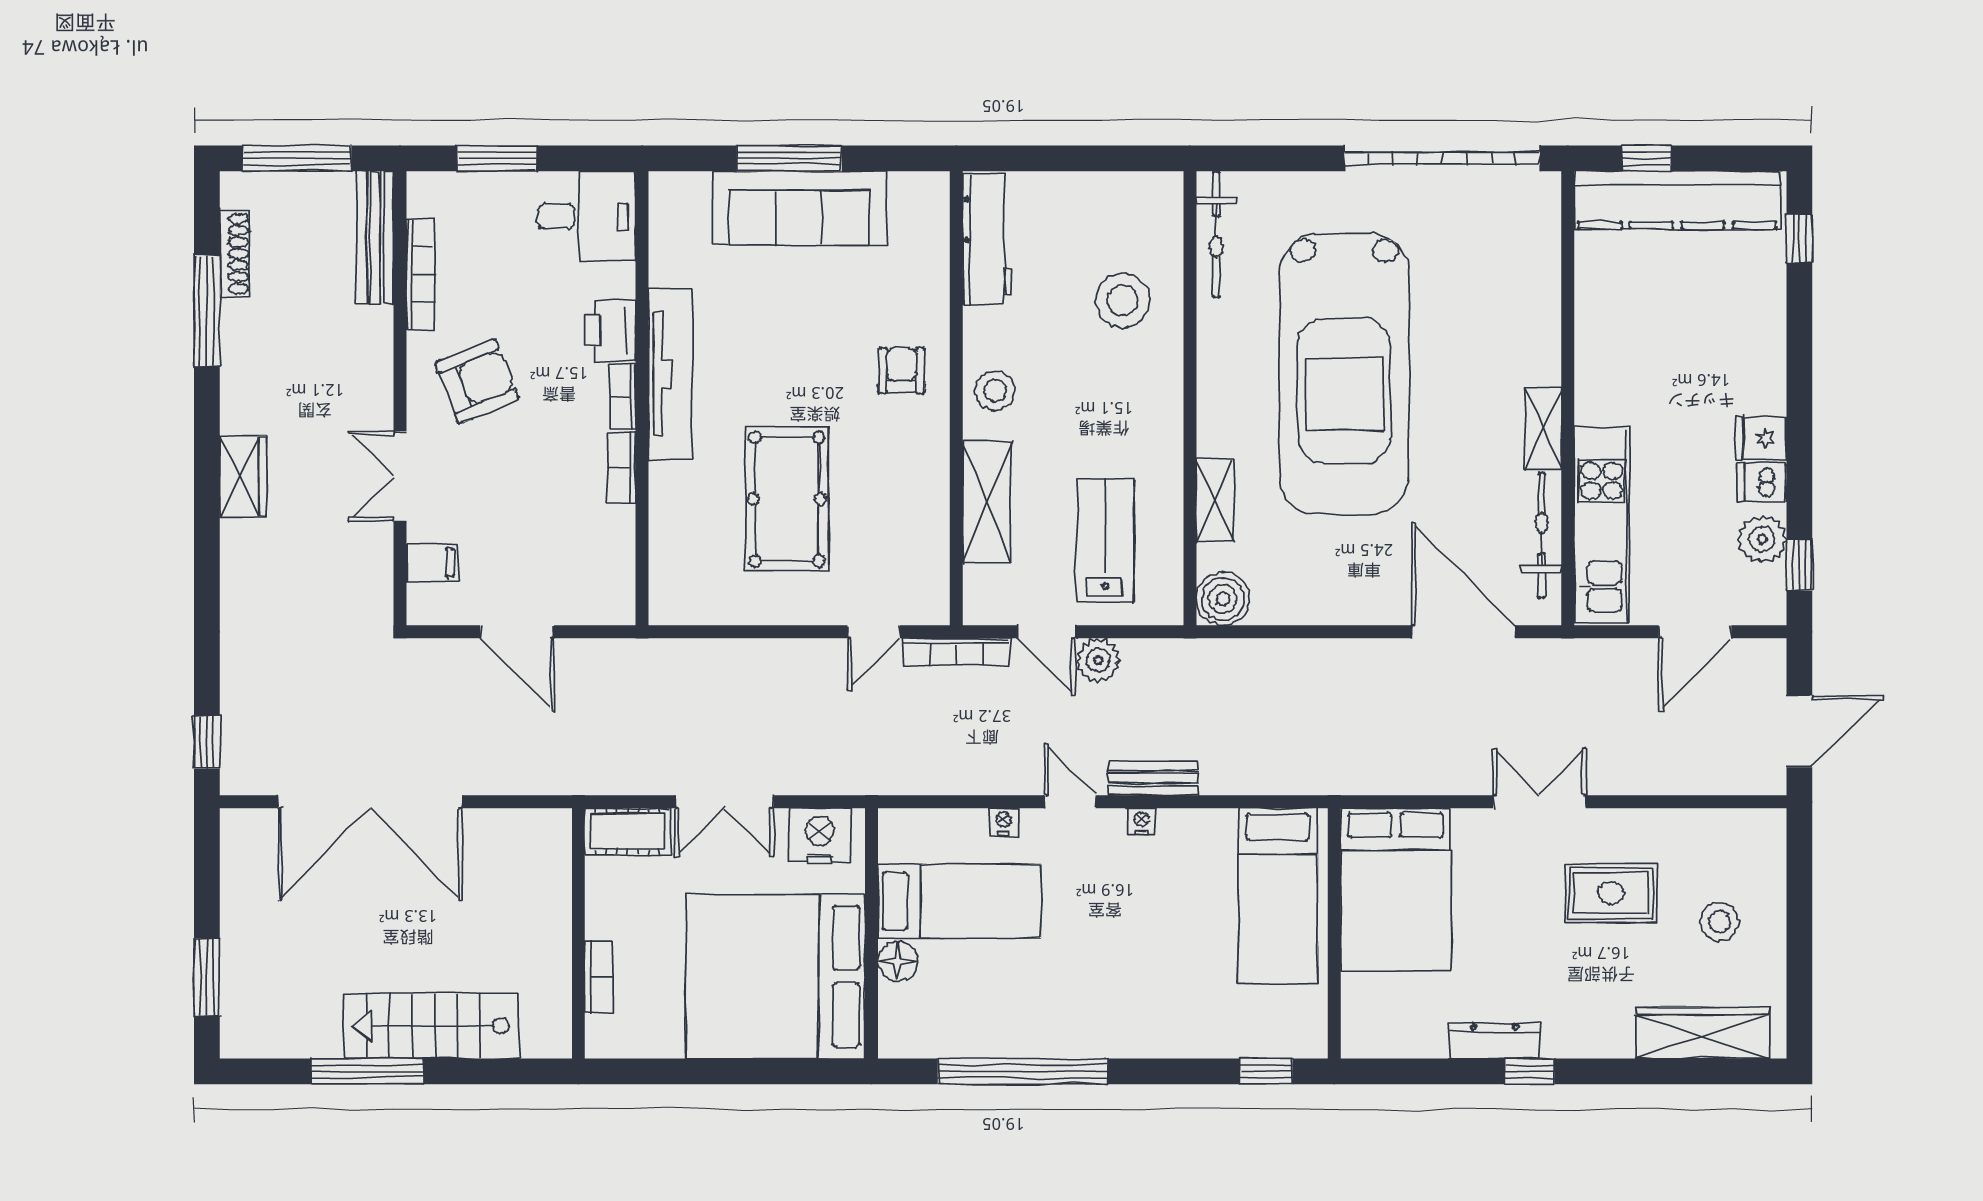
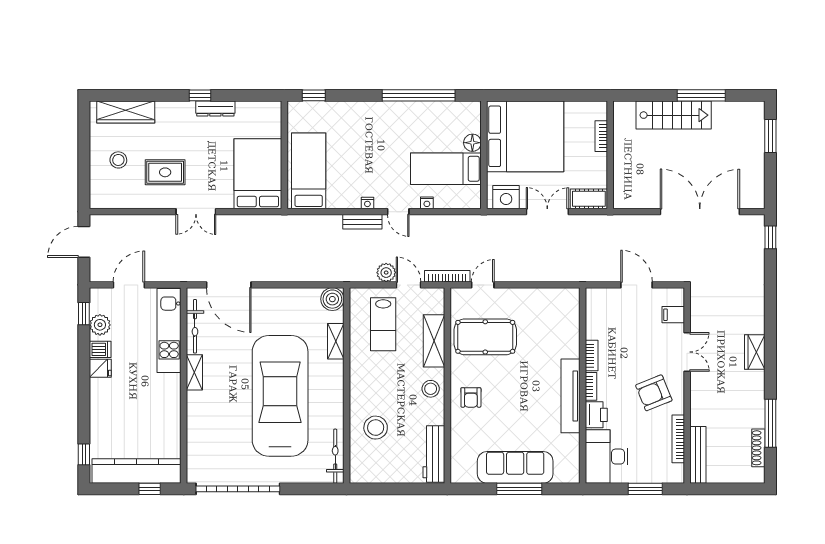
window: (297, 158) -> (731, 489), removed
desk: (587, 217) -> (607, 457), width x1.37
pool table: (787, 499) -> (485, 337), moved, turned 90

